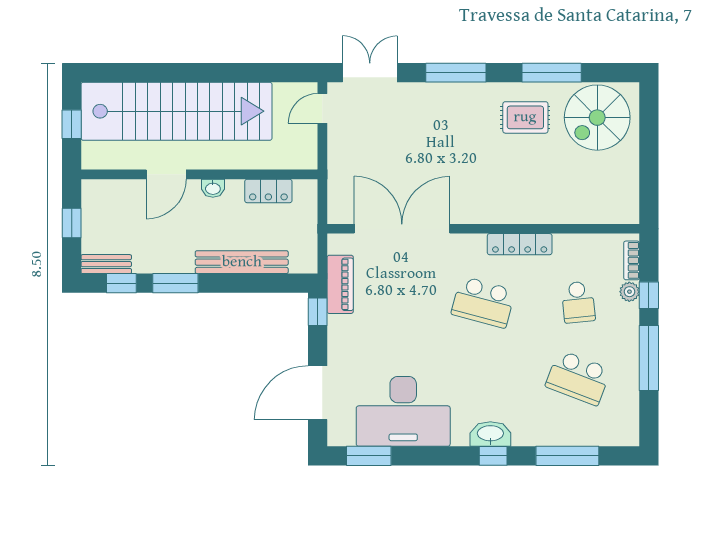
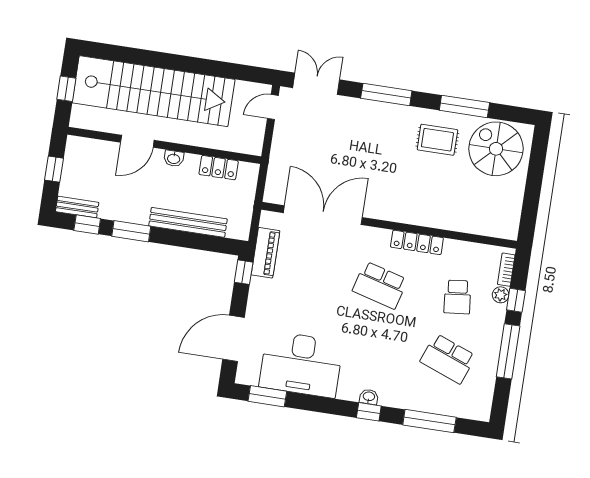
spiral stairs: (597, 118) -> (496, 149), turned 90
washbasin: (490, 434) -> (369, 397), width x0.52, depth x0.69

